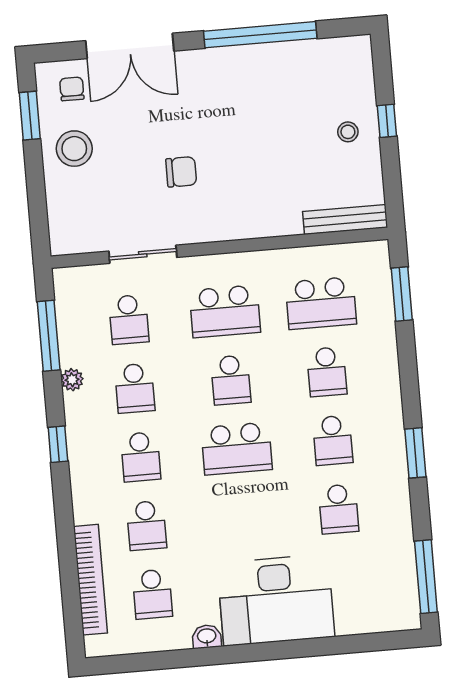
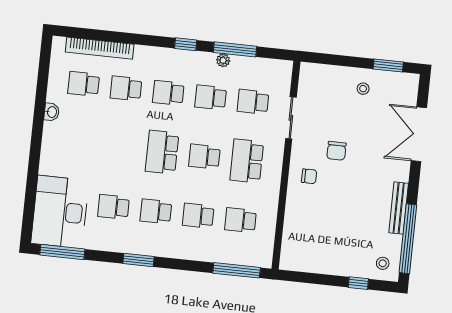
window: (260, 35) -> (408, 239), moved
chair: (72, 89) -> (309, 176), moved
window: (387, 121) -> (358, 283), moved
stool: (348, 132) -> (383, 263), moved
stool: (74, 149) -> (363, 89), width x0.53, depth x0.53
bench: (345, 220) -> (399, 208), moved
window: (402, 294) -> (237, 270), width x1.44
school desk: (321, 303) -> (241, 220), width x0.54
window: (49, 336) -> (235, 49), moved
desk: (276, 600) -> (60, 212), moved

